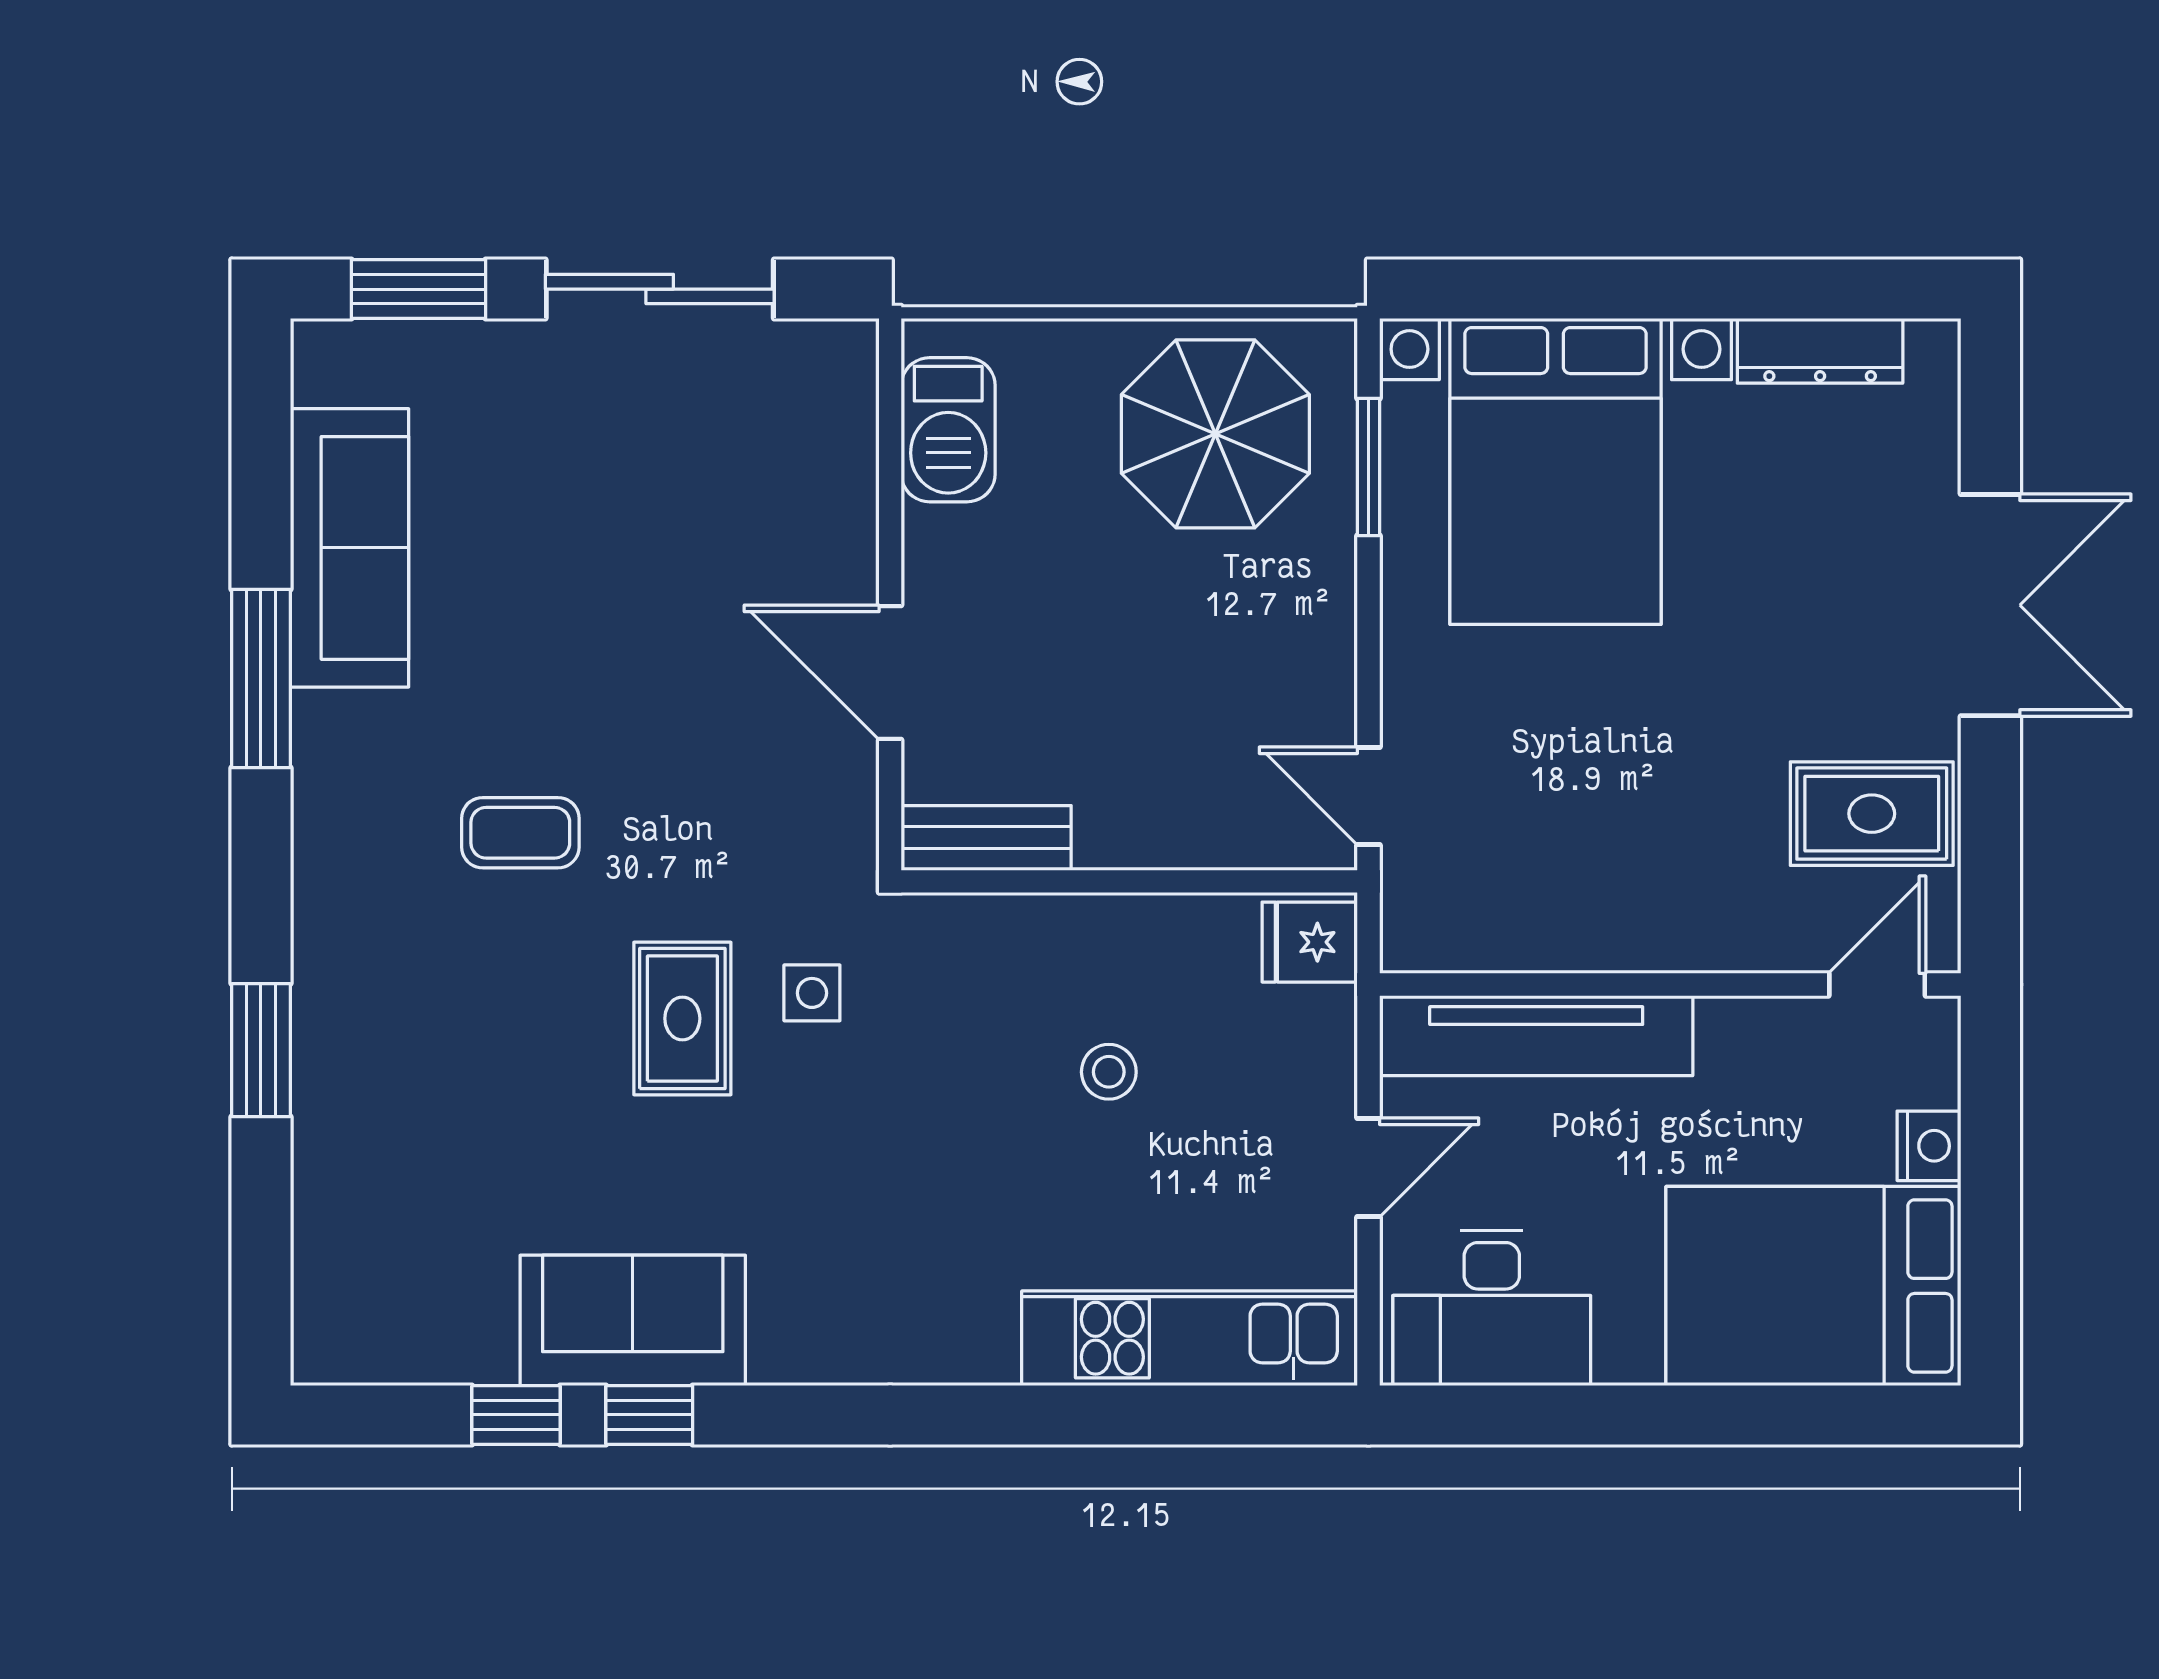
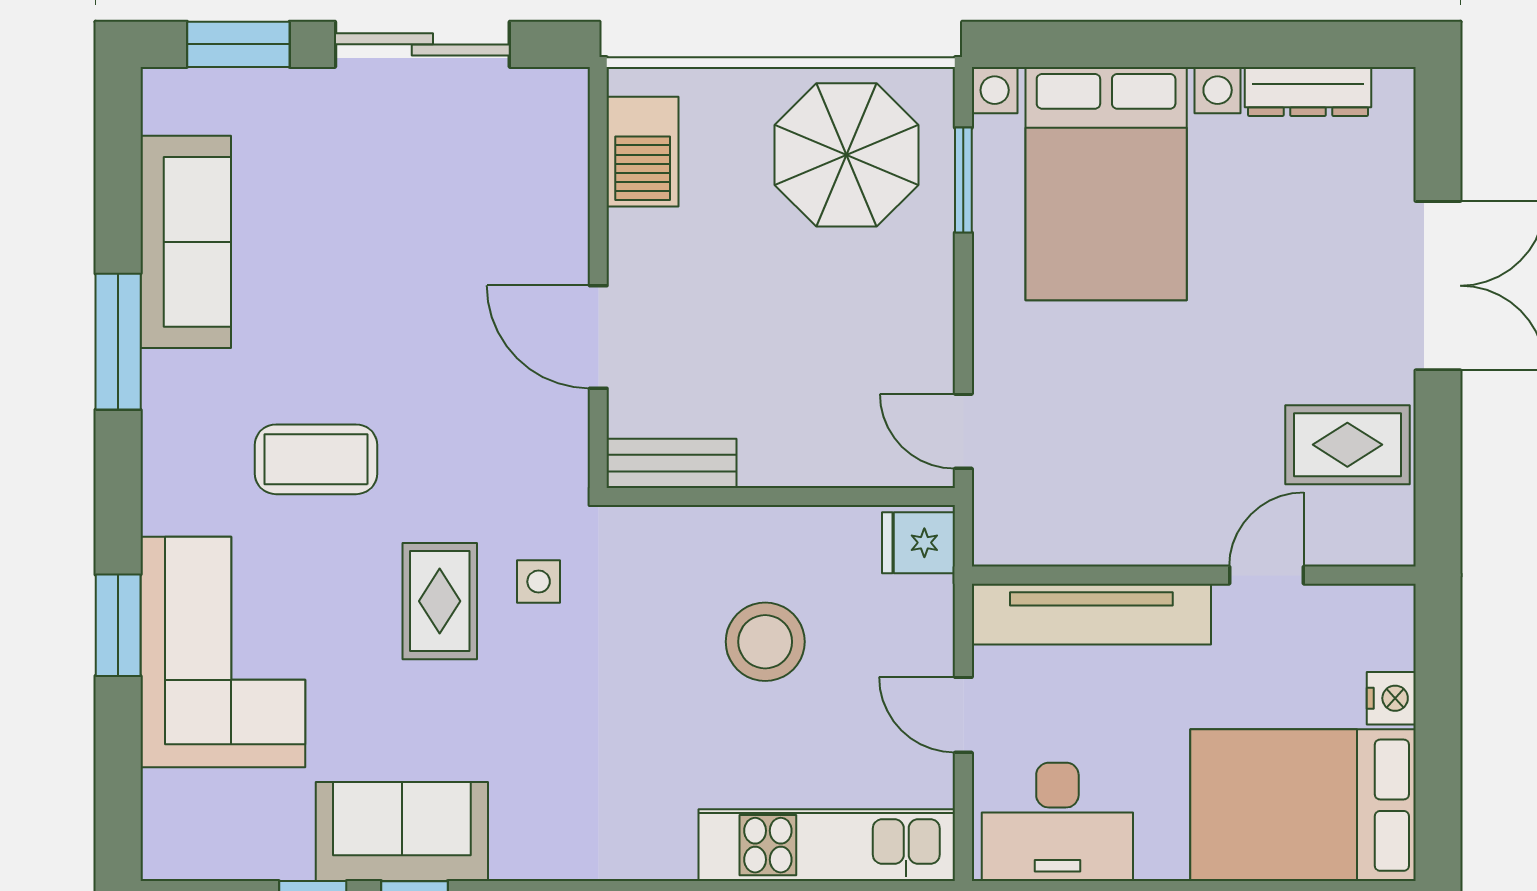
coffee table: (520, 833) -> (316, 459), width x1.36, depth x1.30
door: (1877, 984) -> (1267, 575), moved
stool: (1109, 1072) -> (765, 642), width x1.89, depth x1.89
corner sofa: (398, 1085) -> (223, 652), added
door: (1369, 1168) -> (963, 715), swing flipped

